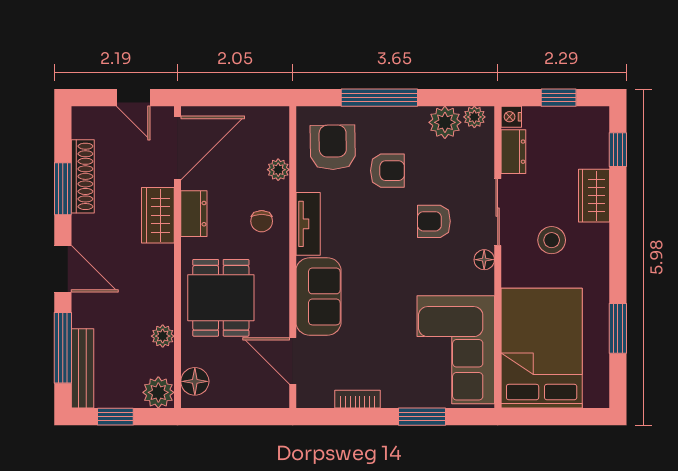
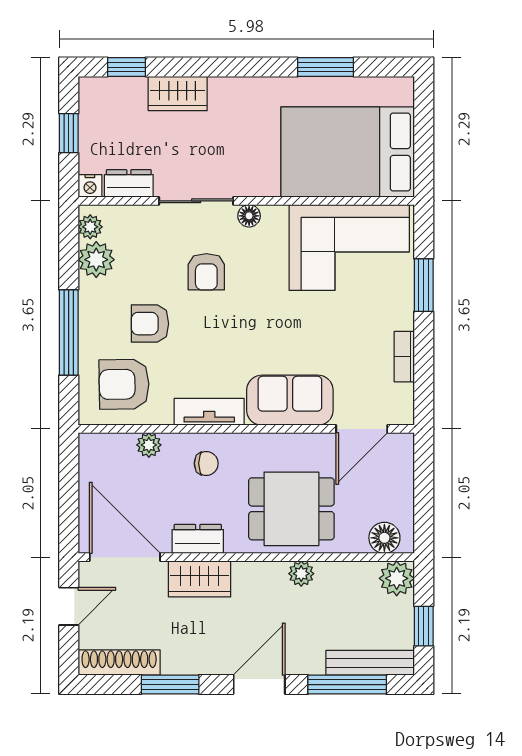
armchair: (387, 171) -> (150, 324), turned -90
shoe rack: (83, 176) -> (119, 663), moved
stool: (552, 240) -> (227, 141), removed
plant: (163, 336) -> (301, 574), moved

